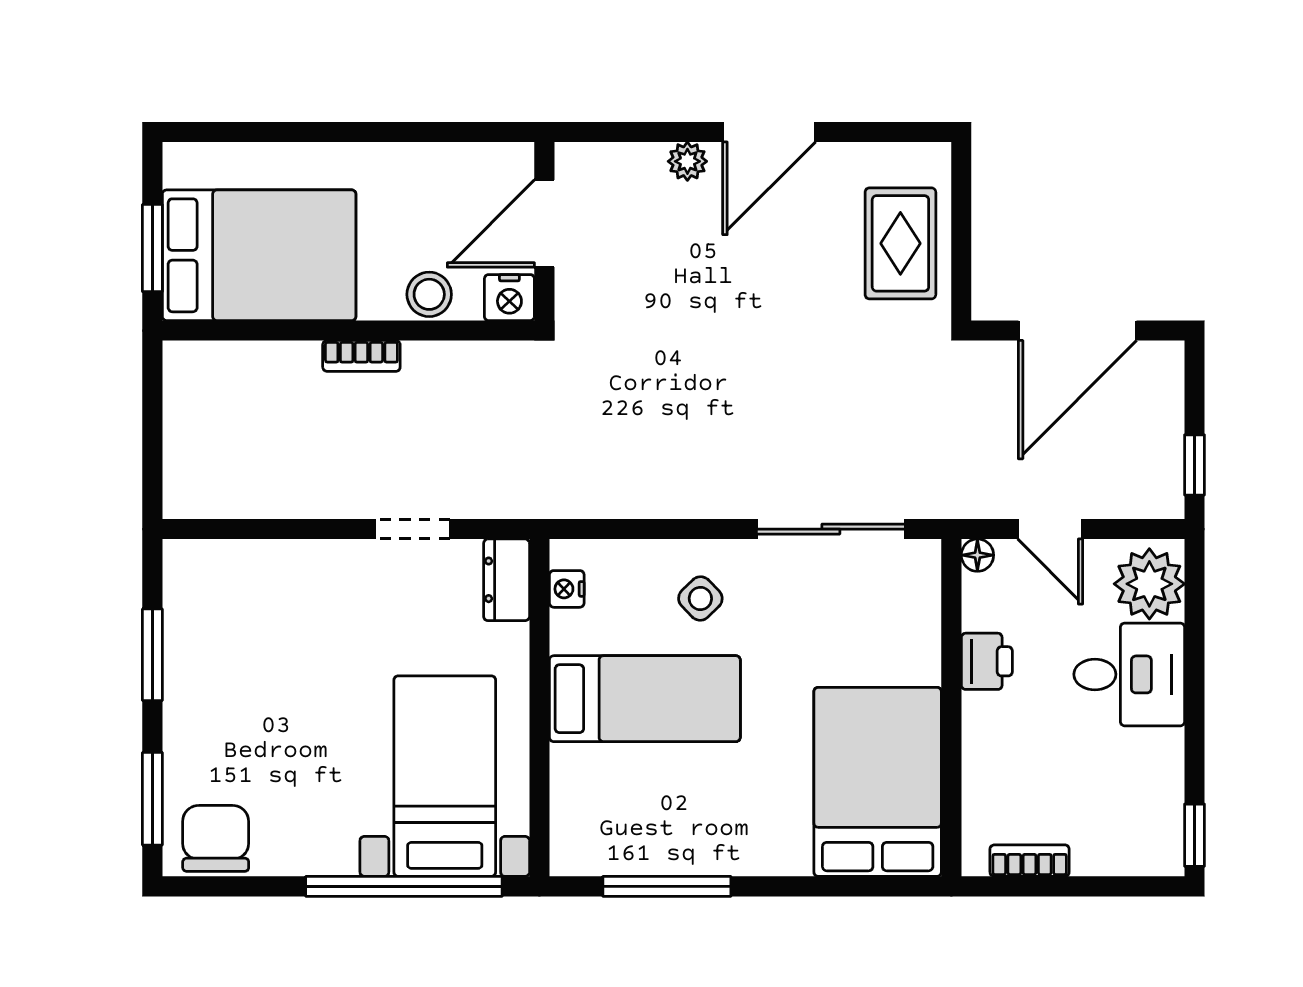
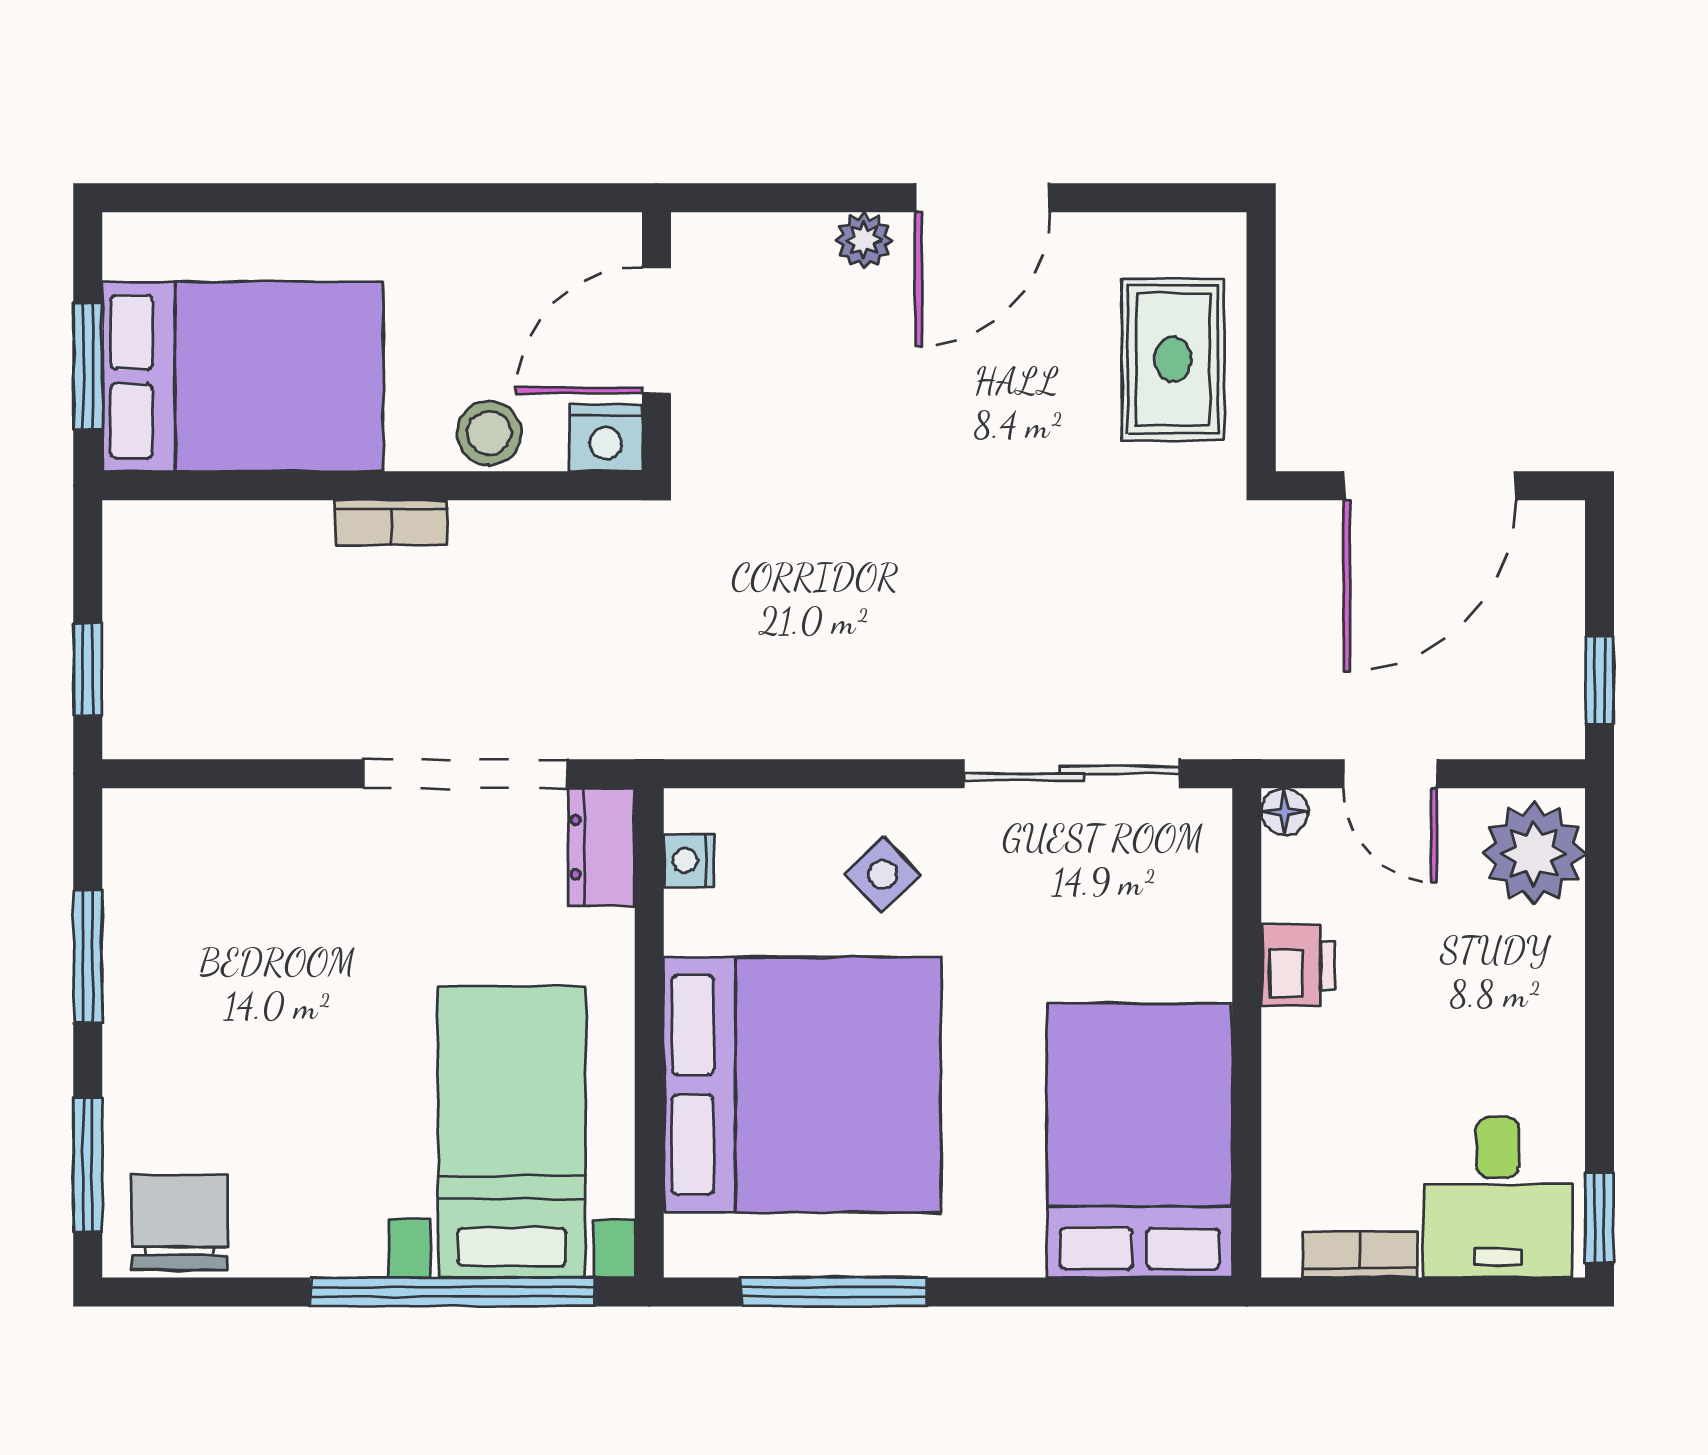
window: (152, 457) -> (88, 669), added
doorway: (412, 529) -> (465, 774), width x1.88
desk: (1129, 674) -> (1498, 1197), moved, turned 90
bed: (645, 699) -> (802, 1085), width x2.04

